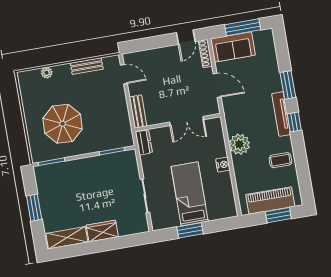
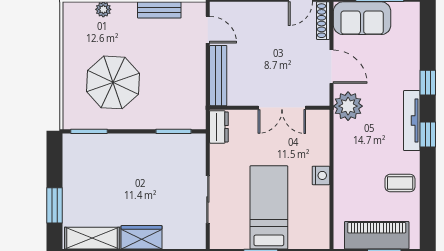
window: (288, 85) -> (428, 83), width x0.67
bench: (138, 112) -> (218, 76), width x1.36
plant: (239, 144) -> (348, 106), moved
window: (34, 208) -> (55, 205), moved

